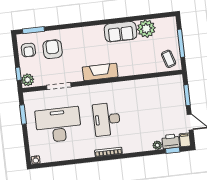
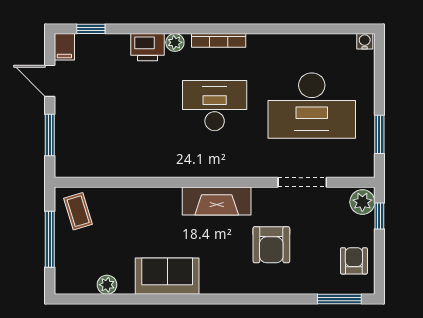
plant: (146, 29) -> (107, 285), width x0.53, depth x0.53
armchair: (53, 49) -> (271, 245), moved
desk: (107, 119) -> (215, 106), turned -90
printer: (171, 141) -> (148, 47), moved
plant: (157, 145) -> (175, 42), moved

